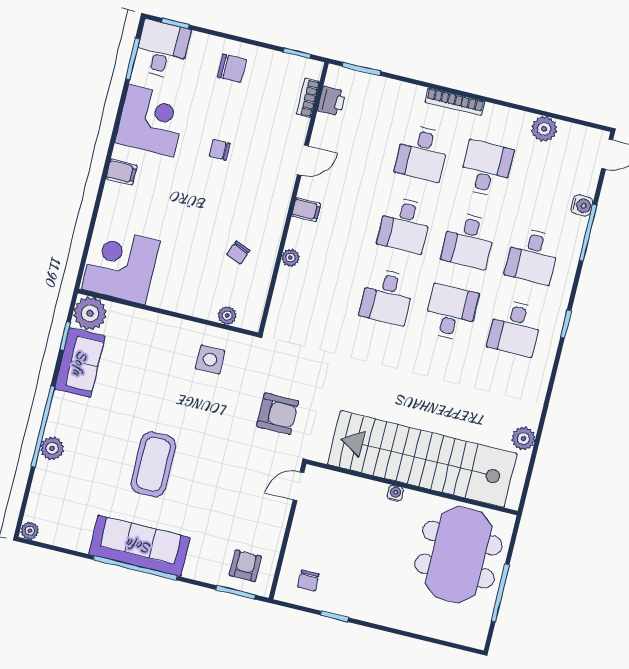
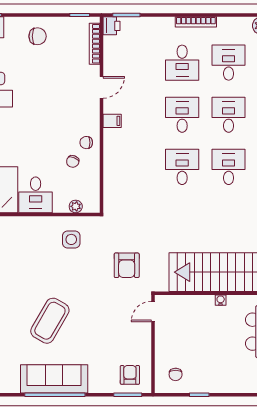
bookcase: (308, 98) -> (95, 44), width x1.56
printer: (332, 101) -> (111, 26), moved
chair: (220, 150) -> (86, 143), moved
desk: (405, 225) -> (182, 115), turned 180
desk: (469, 241) -> (229, 115), turned 180
plant: (290, 258) -> (109, 156), removed
desk: (176, 286) -> (36, 195), added
desk: (387, 297) -> (182, 167), turned 180
armchair: (278, 414) -> (127, 265), turned 90
coffee table: (153, 464) -> (50, 321), turned 30

